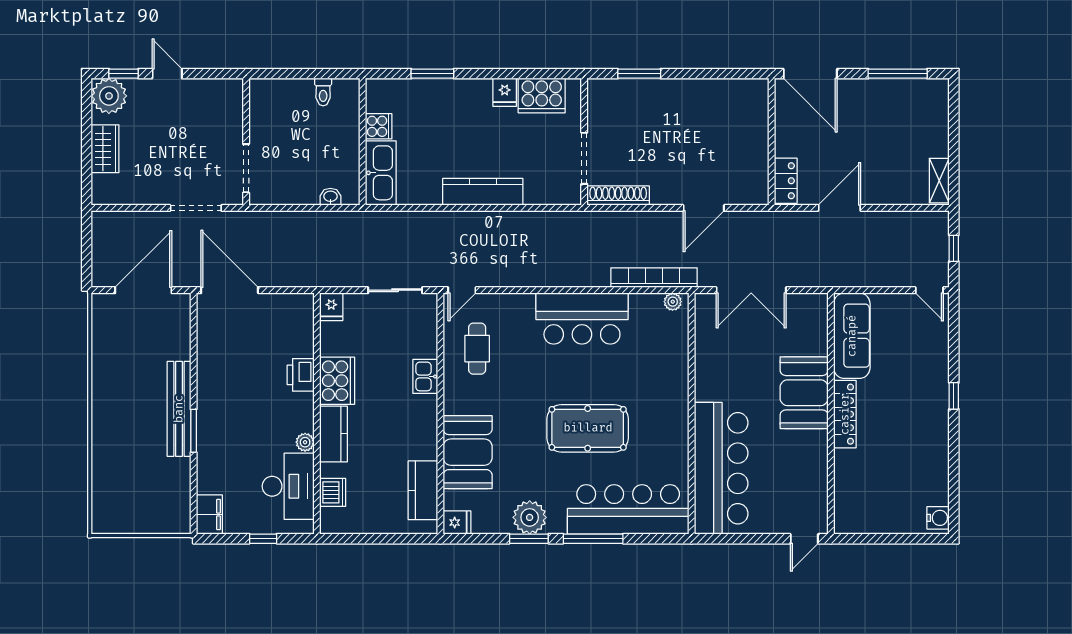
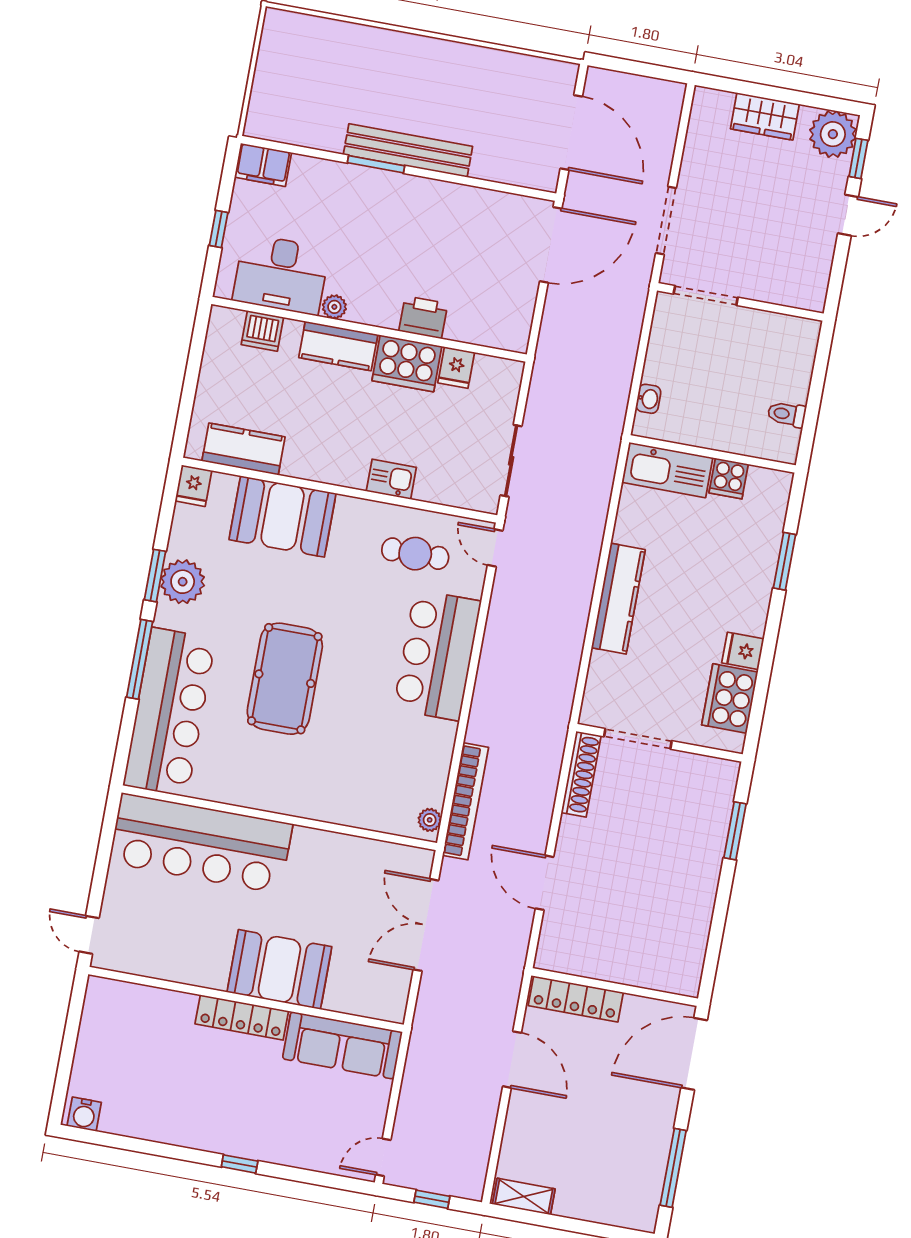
locker: (786, 181) -> (576, 999), width x1.53
fridge: (331, 307) -> (456, 368), moved, turned -90
bar counter: (582, 319) -> (437, 655), moved

